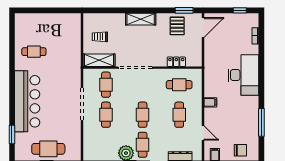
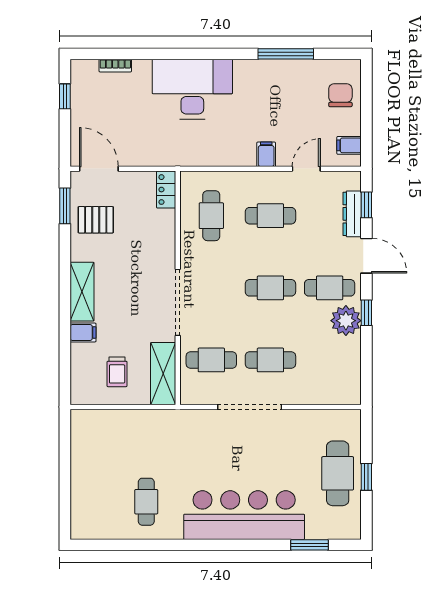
filing cabinet: (120, 20) -> (83, 332), added
locker: (176, 62) -> (166, 190), moved
filing cabinet: (210, 102) -> (266, 154), moved

